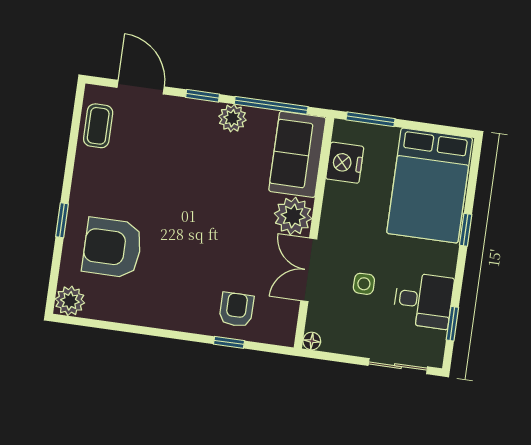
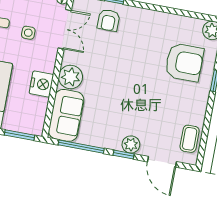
plant: (232, 118) -> (131, 145), moved
nightstand: (345, 163) -> (41, 84), moved
double door: (309, 270) -> (65, 29), moved

